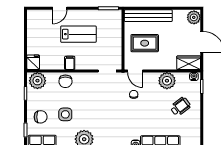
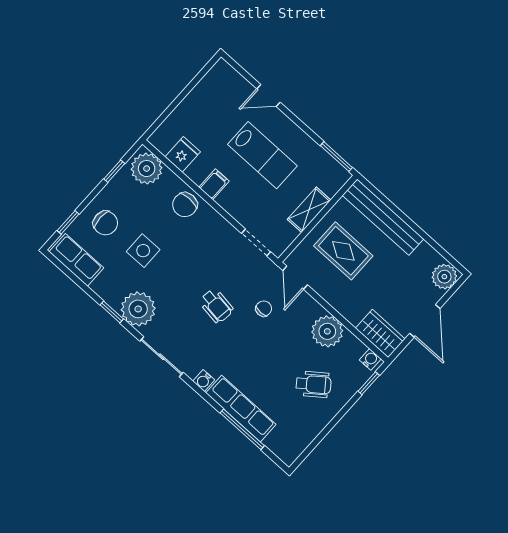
shelving: (116, 39) -> (309, 210), added
fridge: (33, 62) -> (183, 154), moved
wheelchair: (114, 110) -> (216, 306), added

